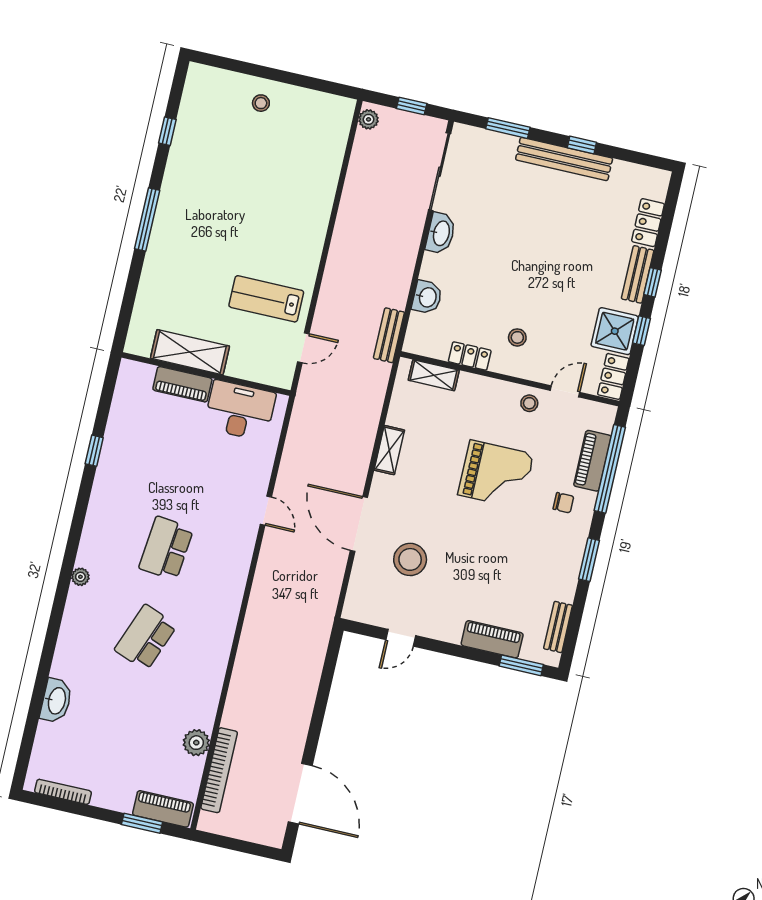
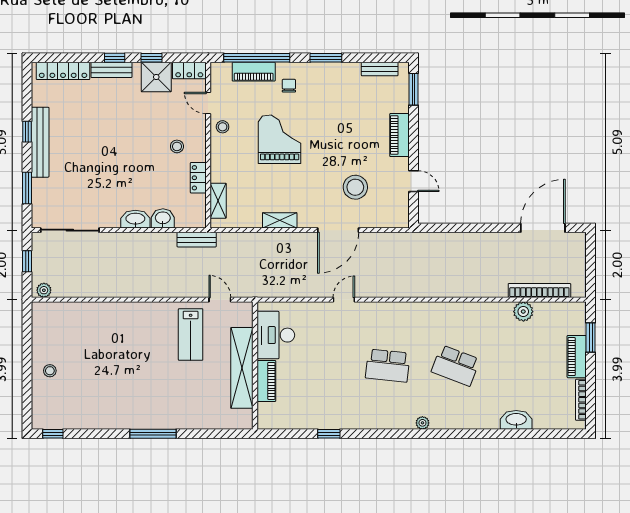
window: (167, 131) -> (53, 434), moved
locker: (648, 223) -> (63, 71), width x1.53
washbasin: (441, 233) -> (135, 219), moved
shelving: (190, 352) -> (242, 368), width x1.47
piano: (492, 639) -> (399, 135), moved
piano: (163, 809) -> (577, 357), moved

